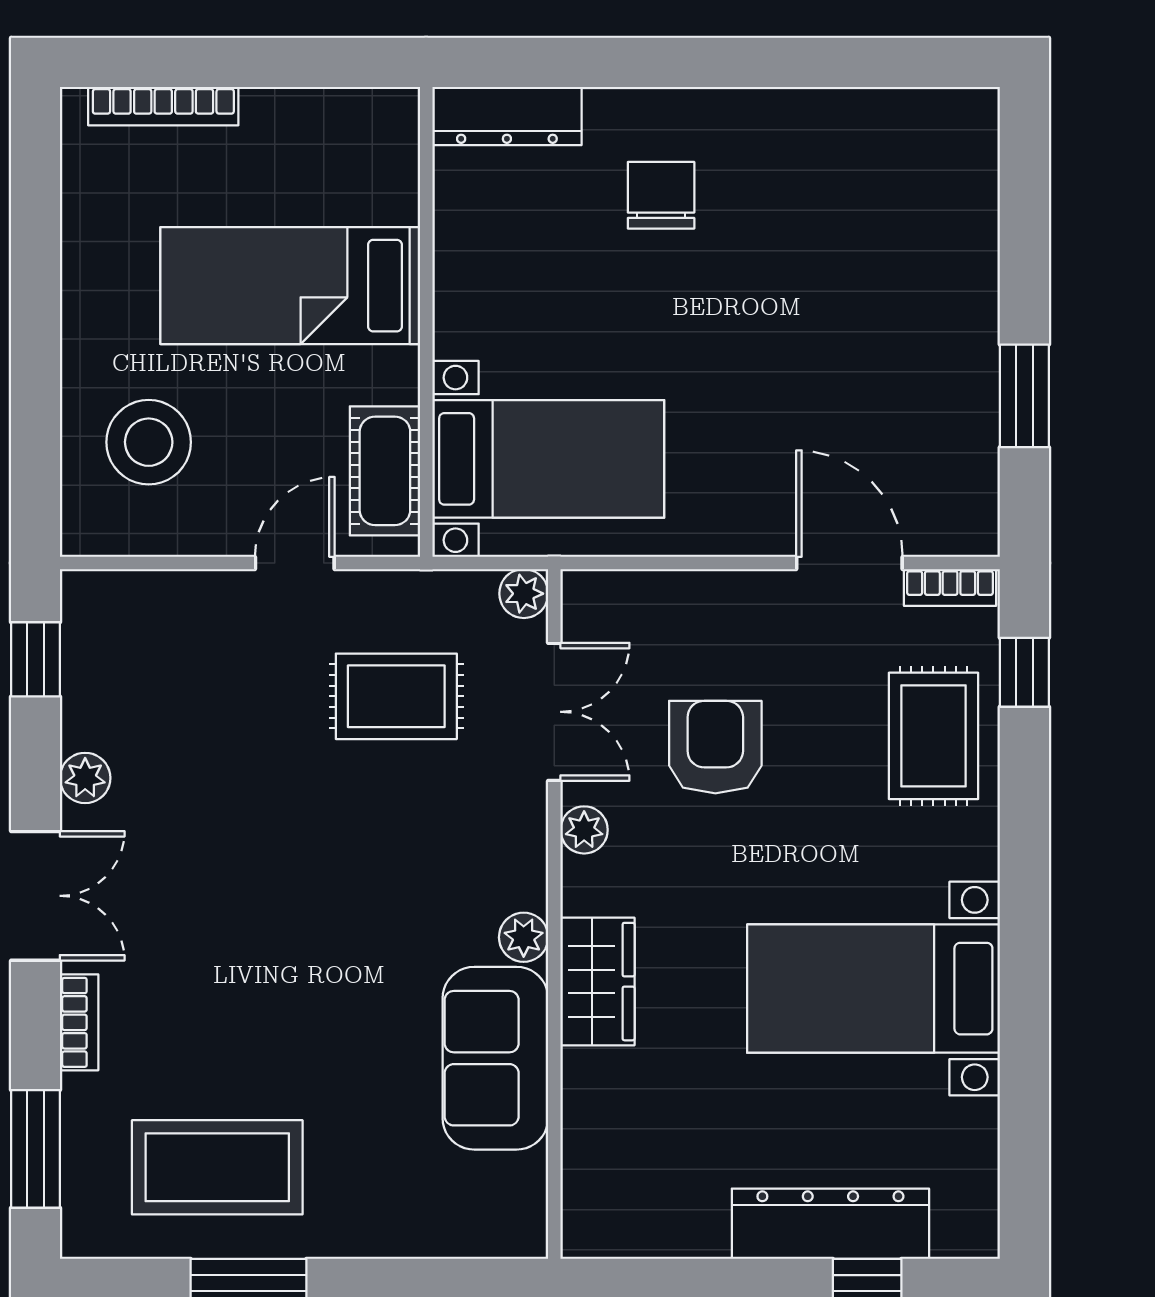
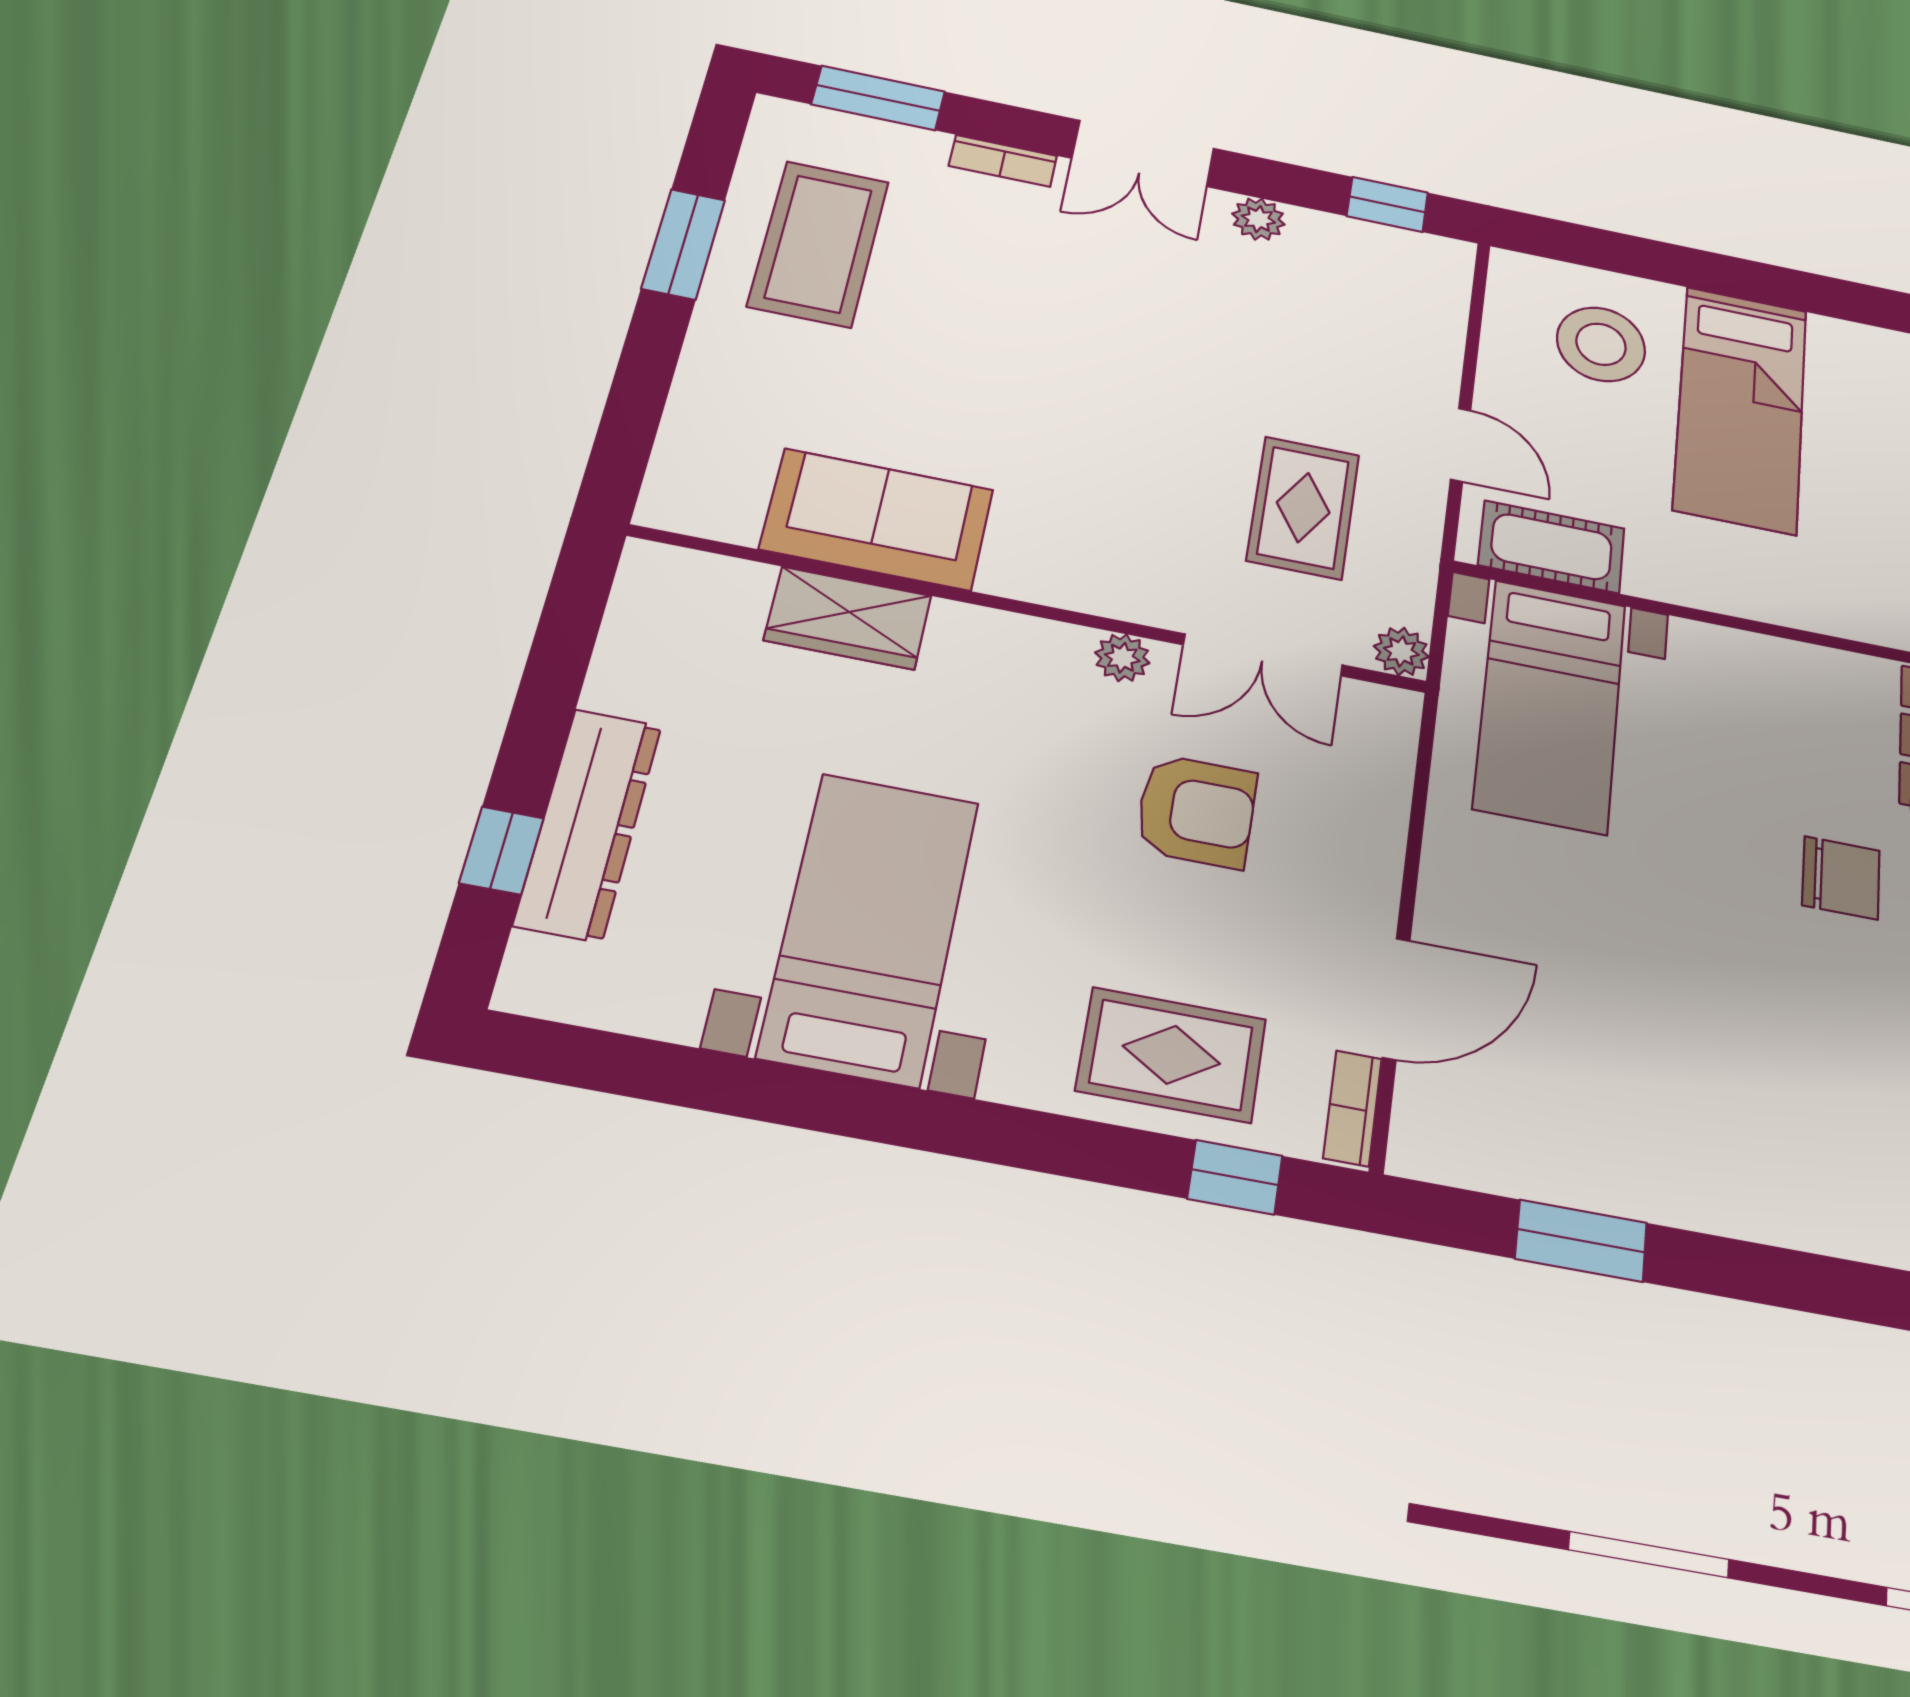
bed: (290, 286) -> (1741, 409), moved, turned 180
plant: (524, 937) -> (1010, 574), removed
wardrobe: (597, 982) -> (848, 618), moved

